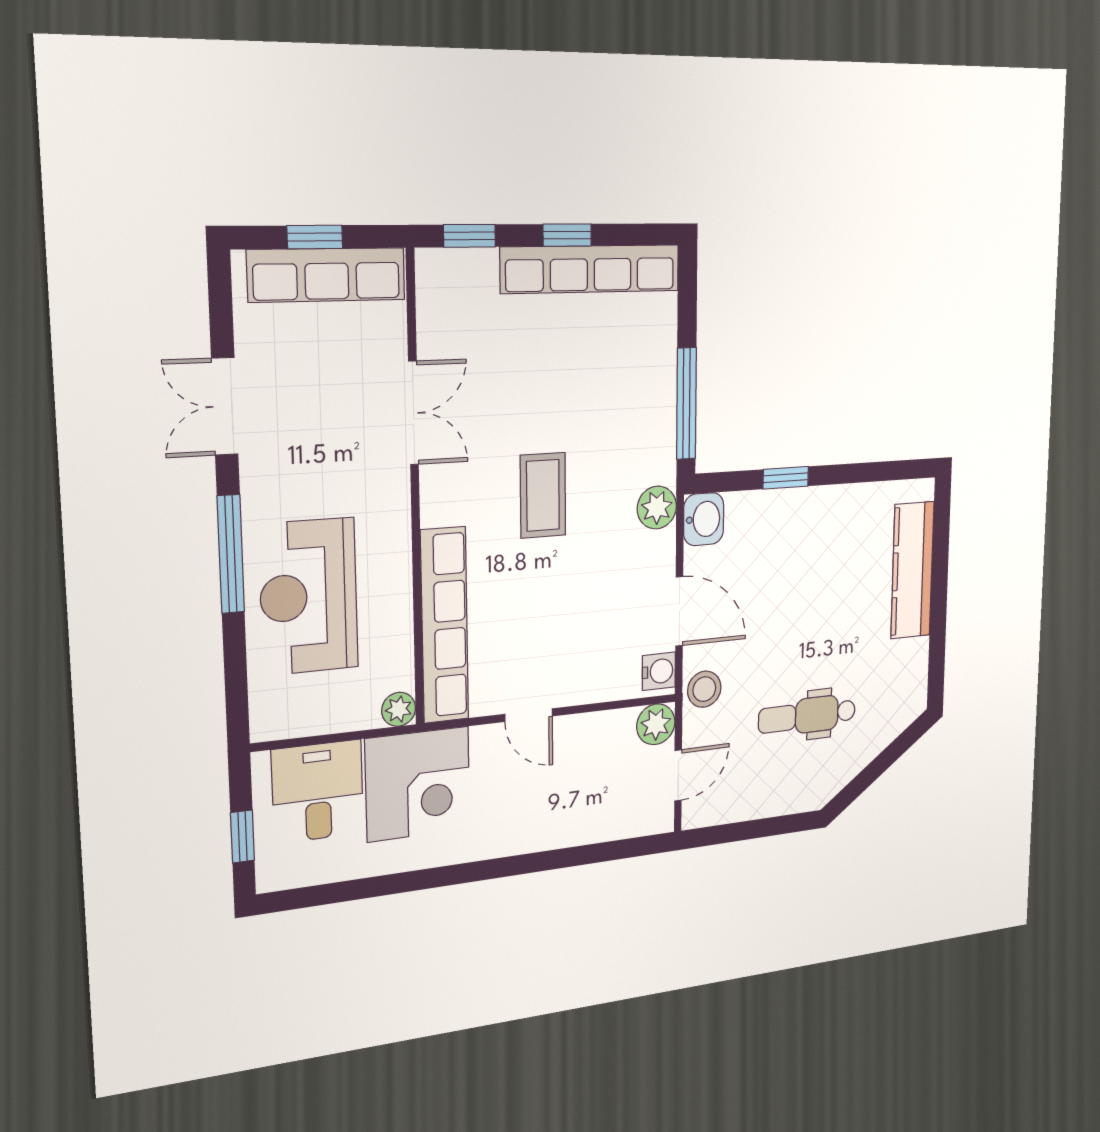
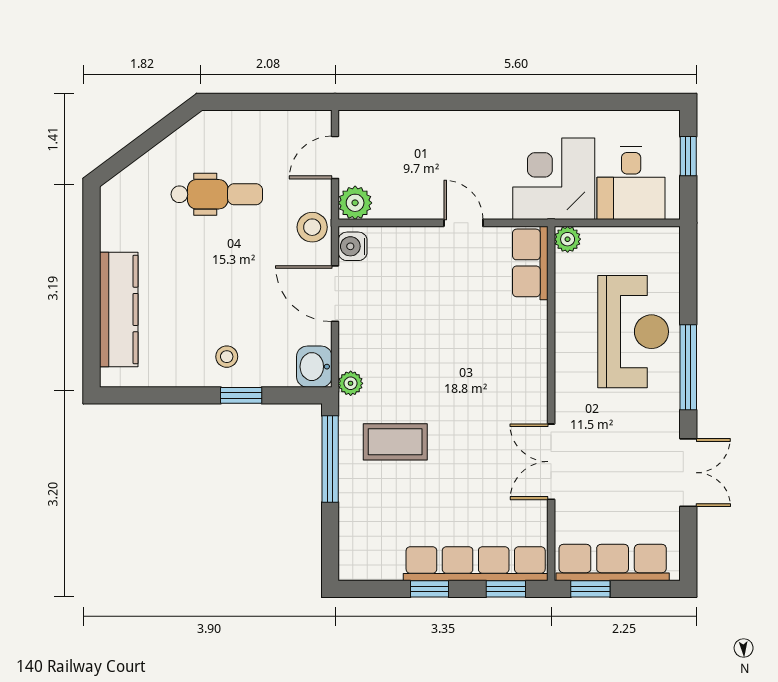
window: (315, 237) -> (590, 589), moved
row of seats: (591, 269) -> (476, 564), moved
coffee table: (543, 495) -> (395, 442), moved, turned 90
plant: (657, 508) -> (351, 383), width x0.73, depth x0.73
stool: (801, 524) -> (227, 357), added
row of seats: (445, 625) -> (530, 263), width x0.50

